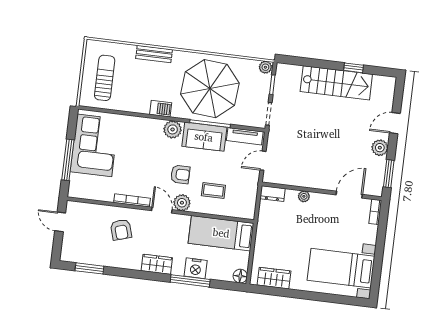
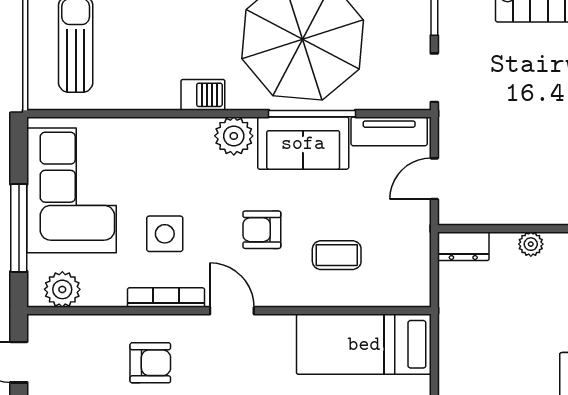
side table: (135, 171) -> (165, 234), added
armchair: (180, 174) -> (262, 230), turned 180
plant: (182, 203) -> (62, 289), moved
armchair: (121, 230) -> (150, 363), turned -73

